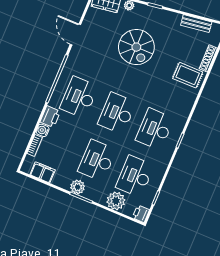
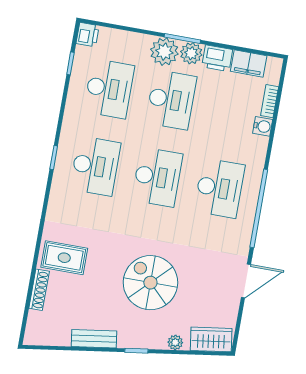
bench: (196, 24) -> (94, 339), moved
door: (75, 34) -> (246, 281), hinge flipped
printer: (50, 117) -> (217, 58), moved, turned -90
plant: (116, 201) -> (164, 52), moved

